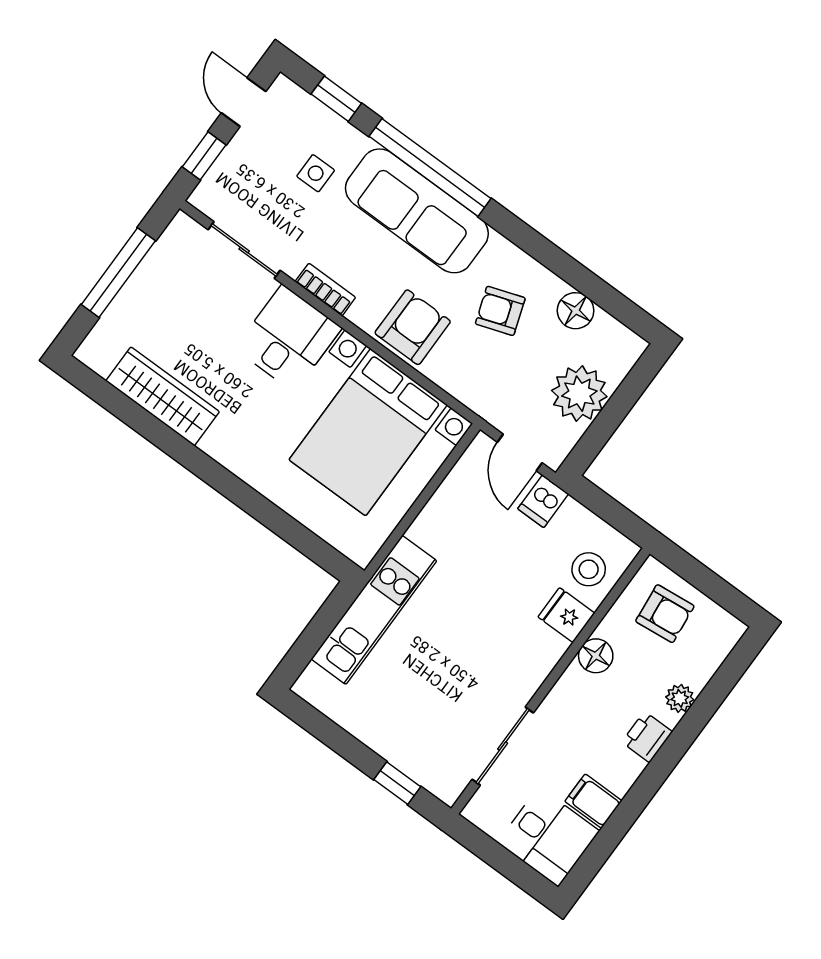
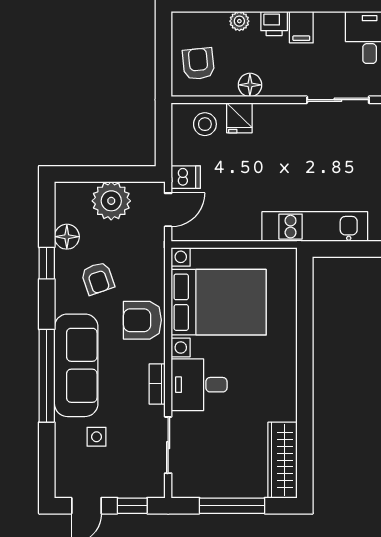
window: (336, 99) -> (47, 263), moved
wardrobe: (163, 396) -> (283, 460), moved
filing cabinet: (593, 801) -> (301, 27), moved

